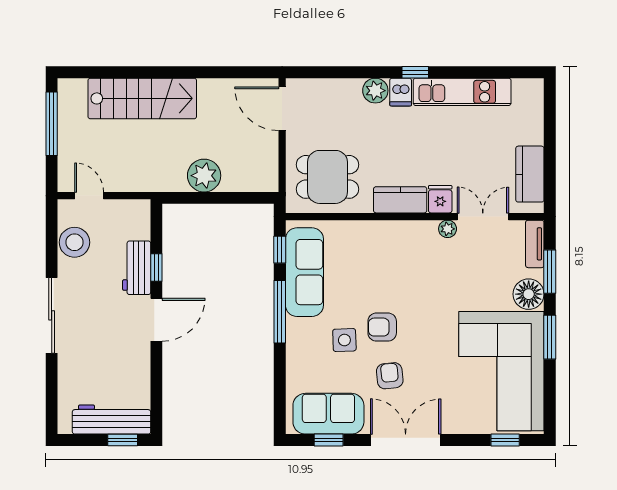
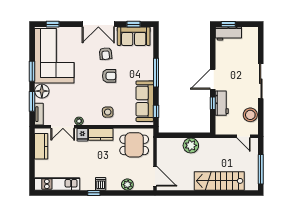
plant: (375, 91) -> (127, 185), moved
kitchen unit: (462, 92) -> (57, 184), moved
window: (280, 312) -> (156, 73), moved
side table: (344, 340) -> (108, 112), moved
workbench: (112, 419) -> (228, 33), width x0.73

